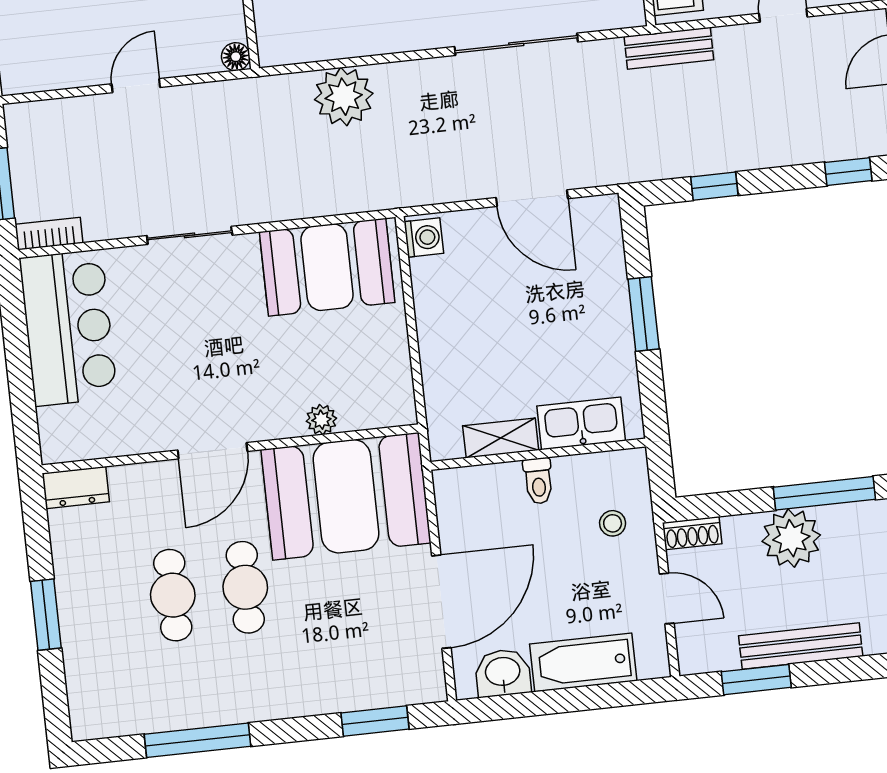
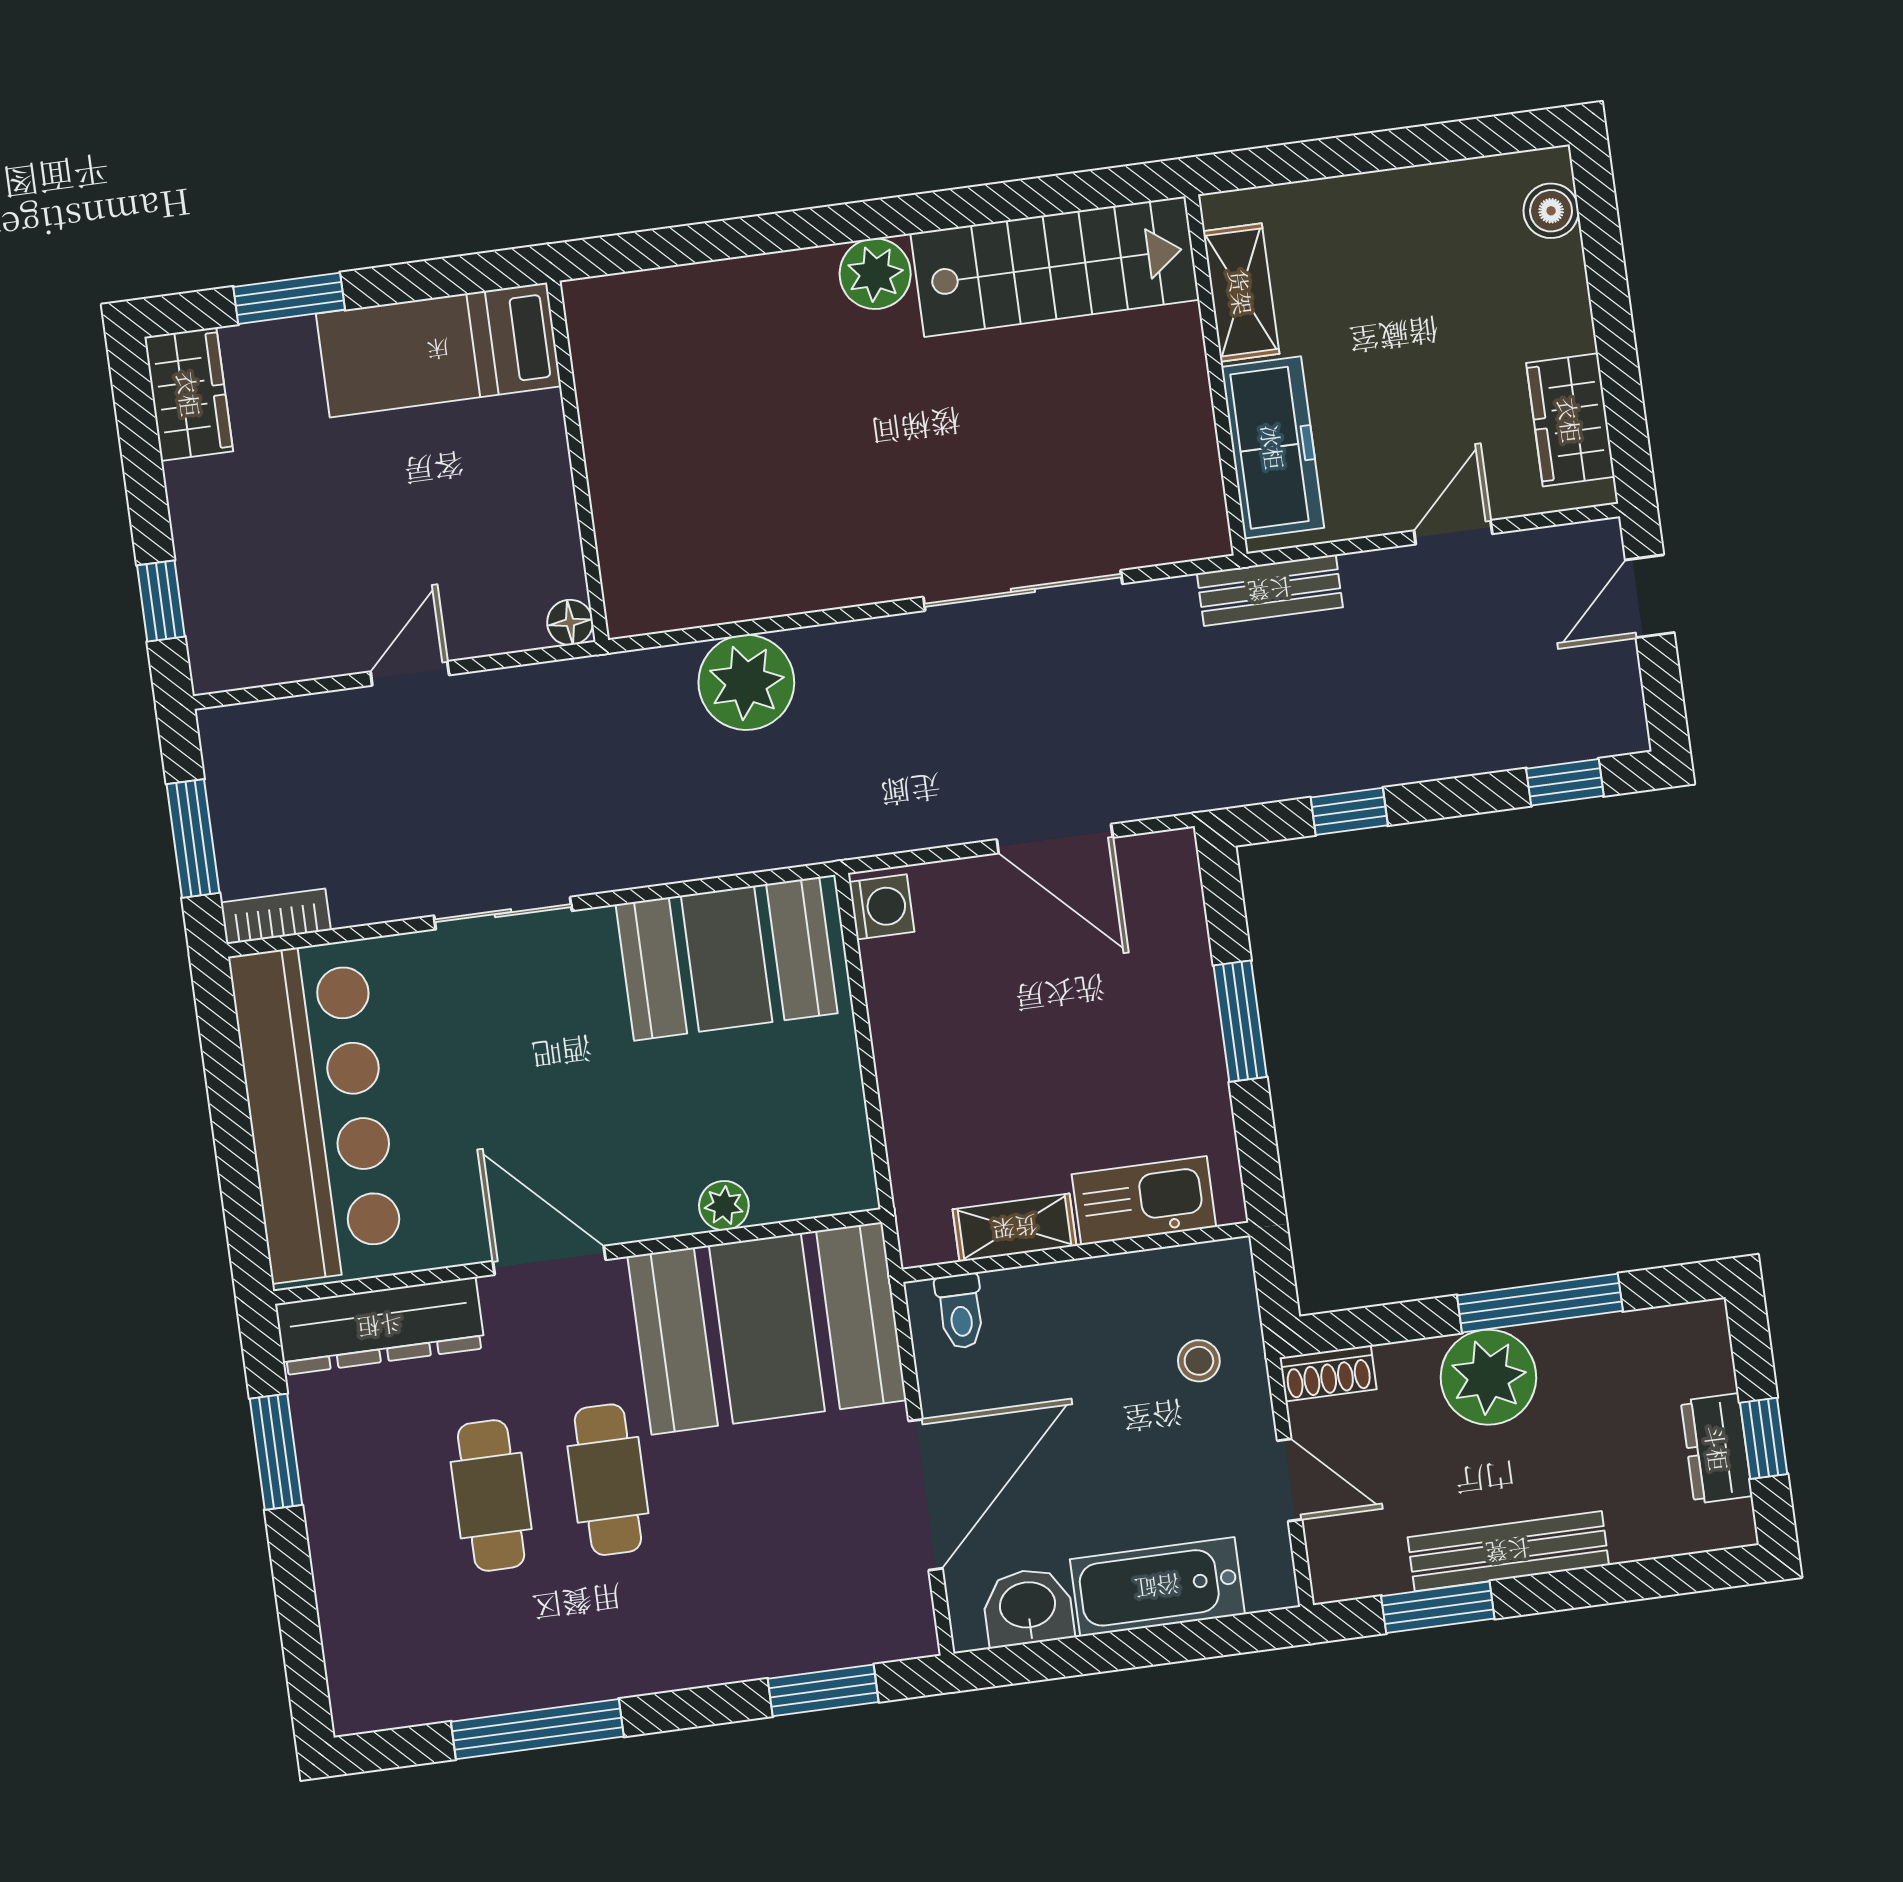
bar counter: (68, 328) -> (317, 1111), width x1.36
door: (213, 451) -> (549, 1260), swing flipped
toilet: (538, 481) -> (960, 1311), moved
dresser: (76, 488) -> (380, 1326), width x1.96, depth x1.24
window: (46, 615) -> (276, 1452), moved

